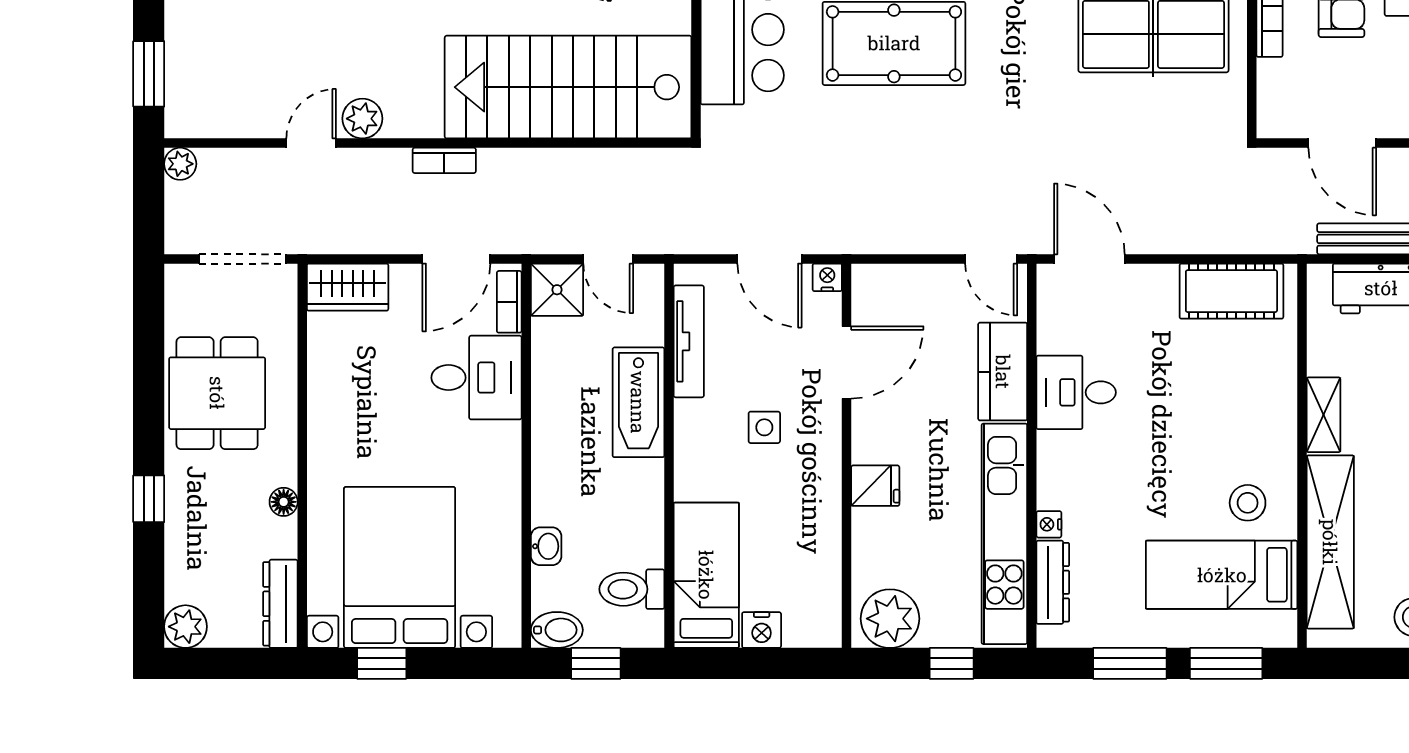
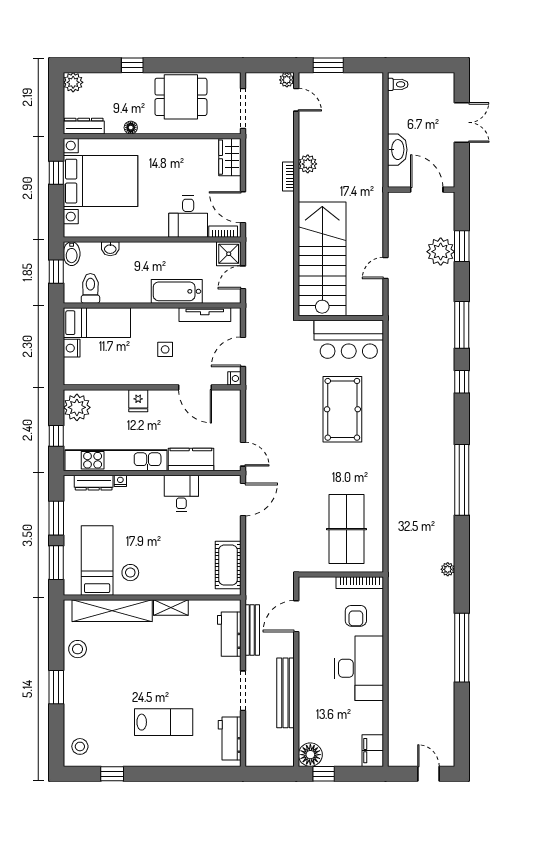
door: (311, 143) -> (296, 100), moved
bookcase: (444, 160) -> (288, 177), moved
door: (991, 259) -> (243, 454), swing flipped

